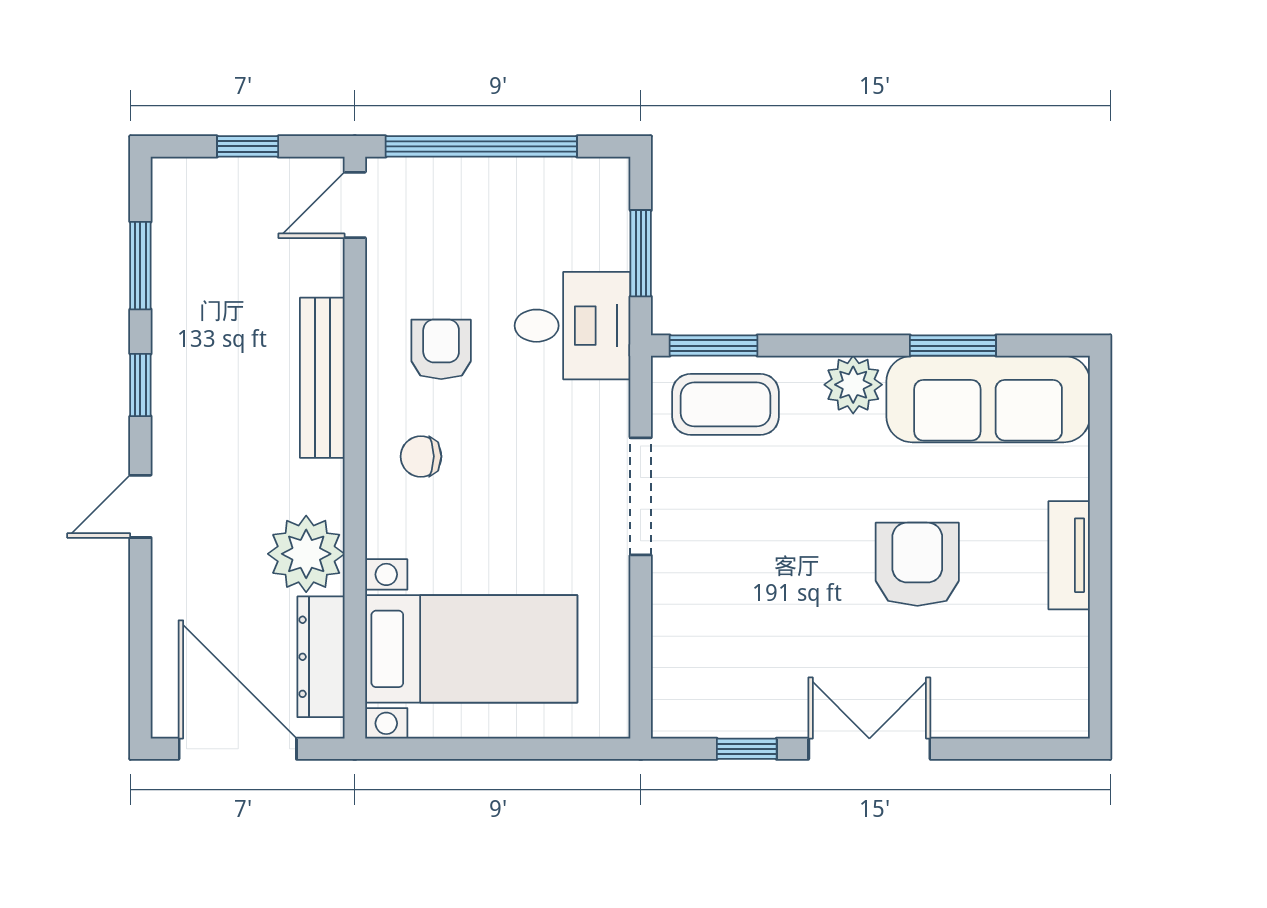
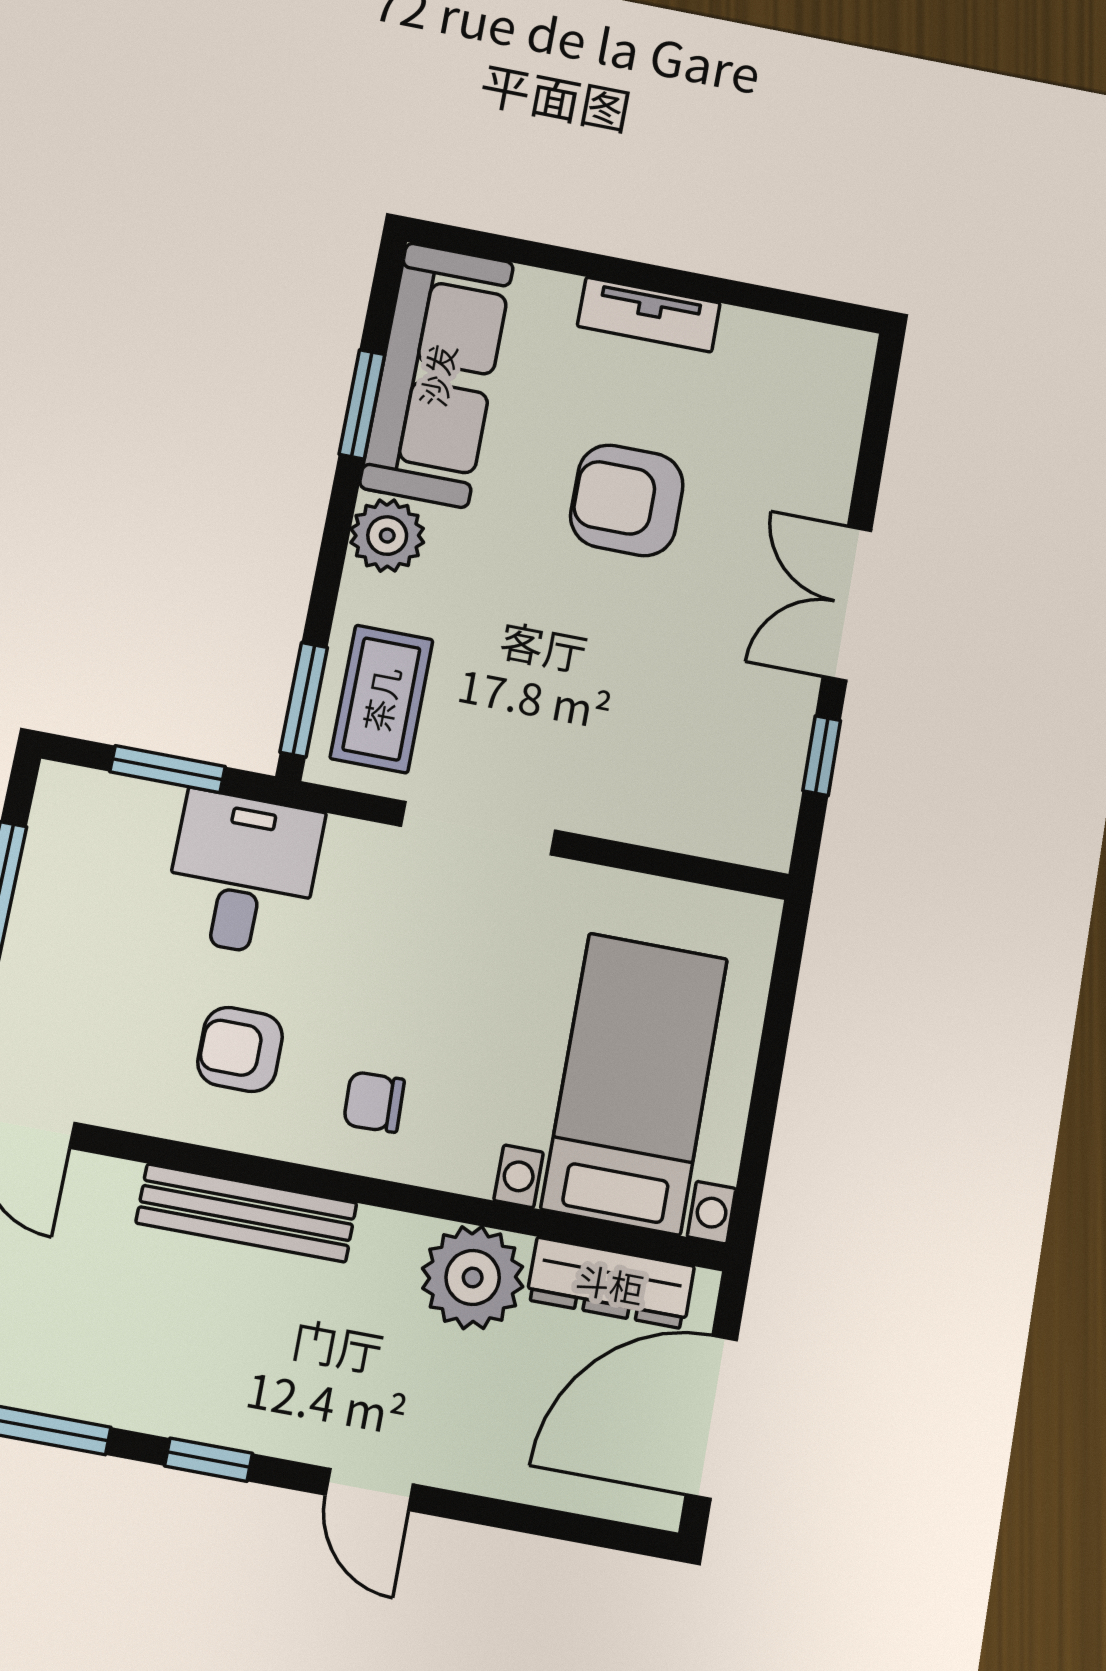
chair: (421, 456) -> (374, 1102), turned 88

